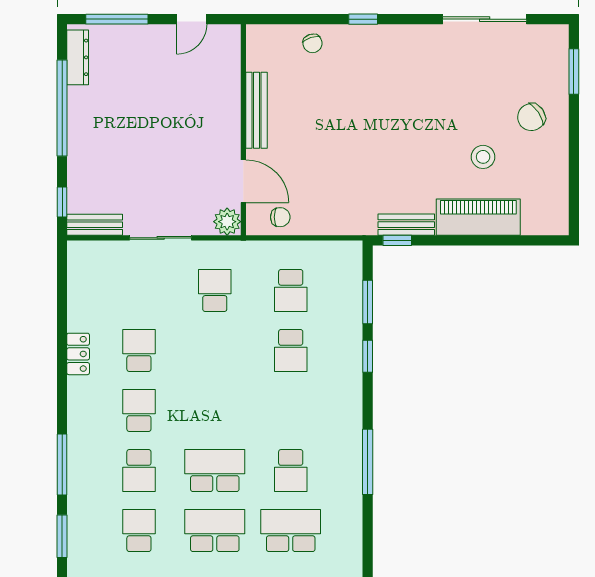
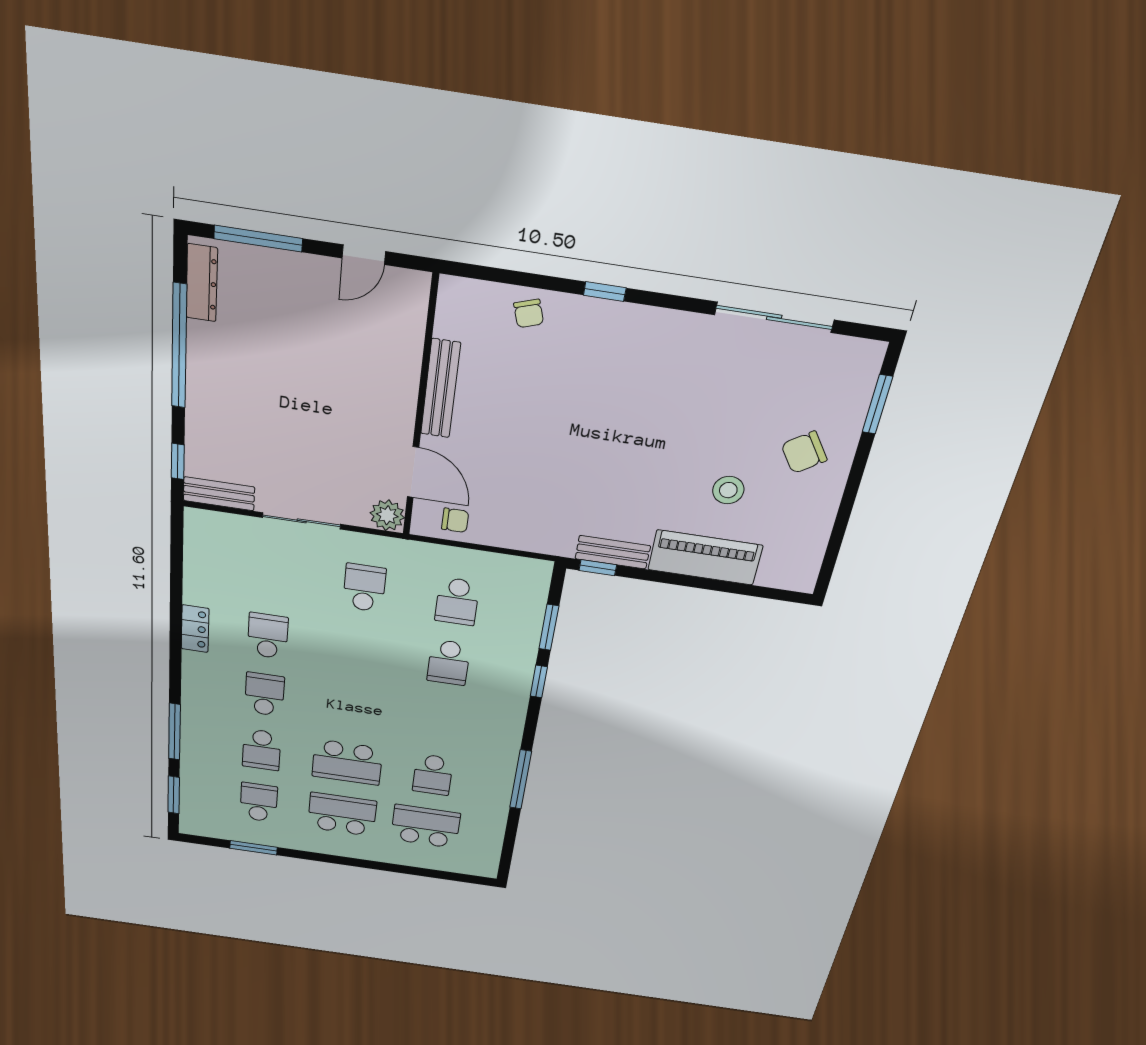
school desk: (215, 471) -> (347, 762), turned 180

